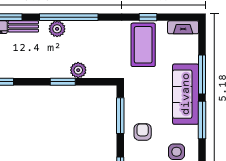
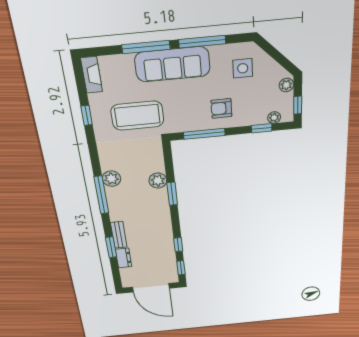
window: (69, 17) -> (101, 195), width x0.68
plant: (57, 29) -> (111, 179), moved
coffee table: (143, 45) -> (137, 116), moved

